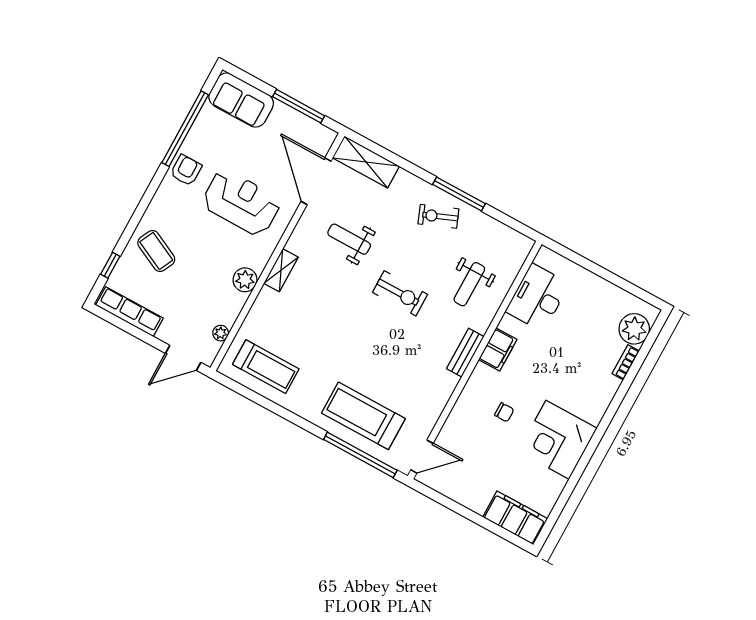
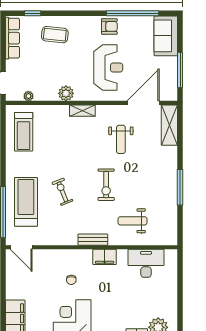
exercise bike: (438, 216) -> (62, 192), moved
weight bench: (349, 239) -> (121, 139), turned 180
coffee table: (156, 251) -> (55, 35), turned 70

